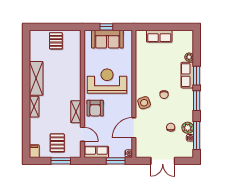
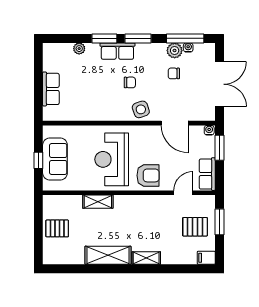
row of seats: (187, 75) -> (117, 51), moved
shelving: (76, 112) -> (98, 202), moved
double door: (163, 161) -> (219, 84), width x1.37

